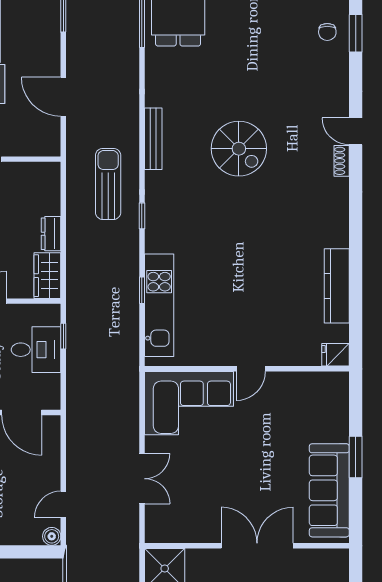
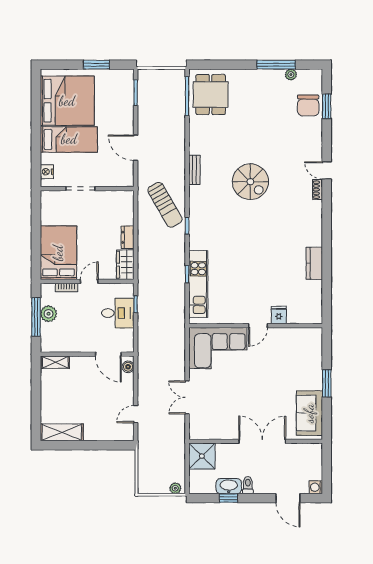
chair: (327, 32) -> (308, 105), width x1.87, depth x1.87
bench: (153, 139) -> (194, 170), width x0.73
sun lounger: (108, 184) -> (165, 205), turned 150
kitchen counter: (337, 286) -> (314, 263), width x0.67
fridge: (336, 355) -> (279, 315), moved, turned 90
double door: (142, 479) -> (187, 397), swing flipped
sofa: (329, 490) -> (309, 413), width x0.73
boiler: (52, 536) -> (128, 367), moved

